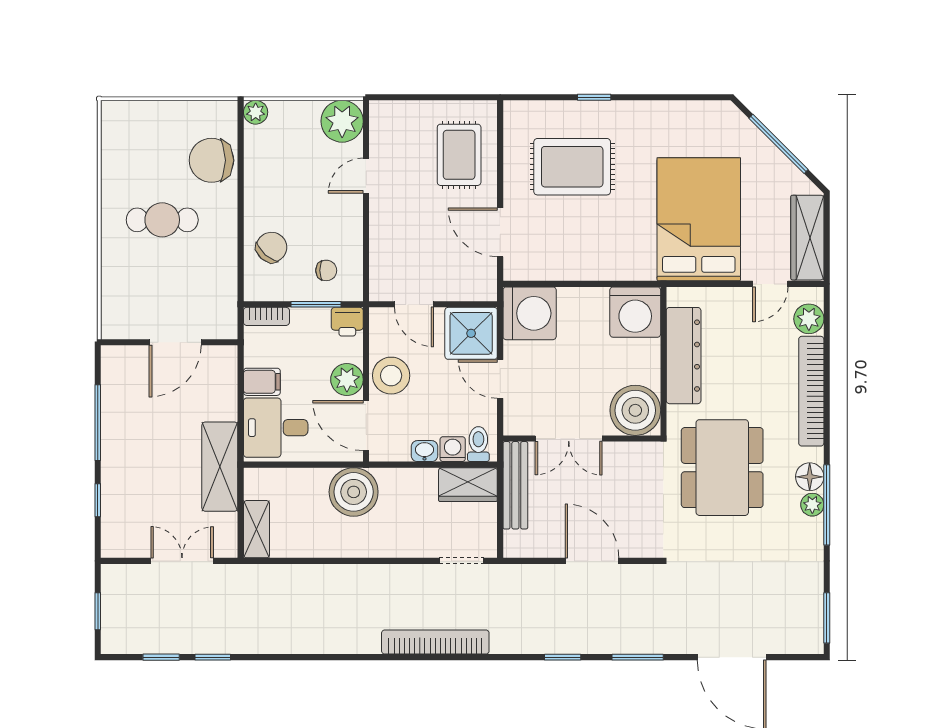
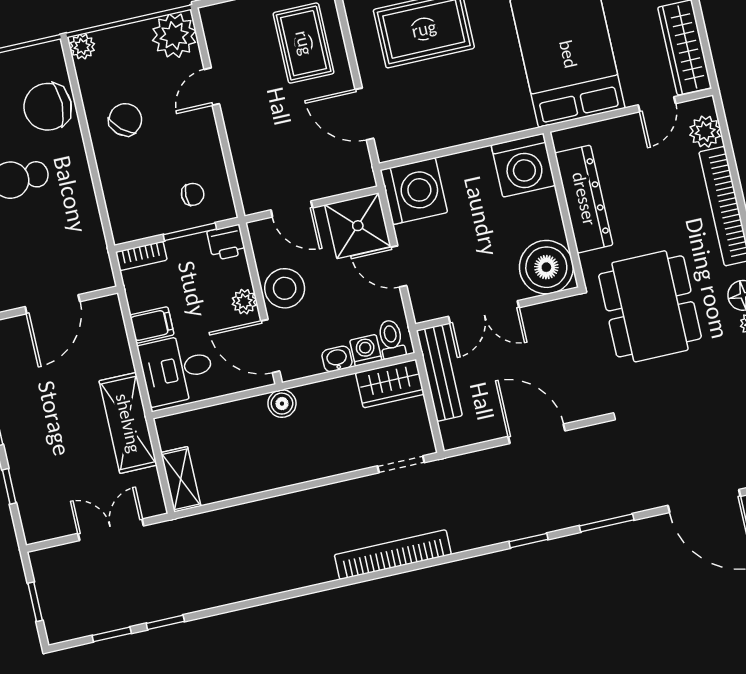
chair: (271, 247) -> (125, 120), moved
plant: (347, 380) -> (244, 302), width x0.73, depth x0.73
boiler: (354, 492) -> (282, 404), width x0.54, depth x0.54

